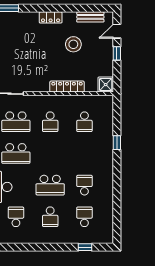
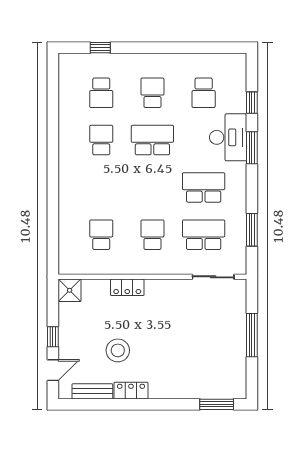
locker: (51, 17) -> (131, 391), moved
locker: (67, 87) -> (127, 287), width x0.66
window: (117, 143) -> (53, 204), removed
school desk: (84, 185) -> (101, 140), turned 180

